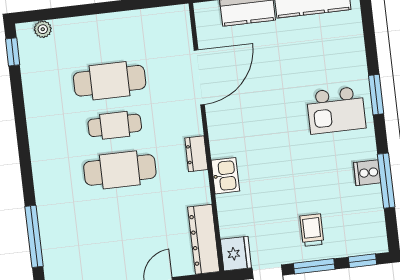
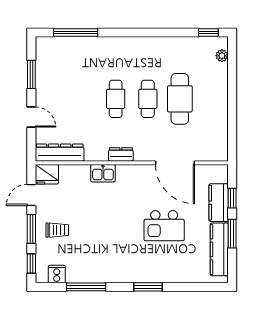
kitchen island: (336, 110) -> (164, 226), moved, turned -90
cafe table: (120, 170) -> (116, 99), width x0.73, depth x0.74
cooker: (367, 173) -> (57, 274), moved

